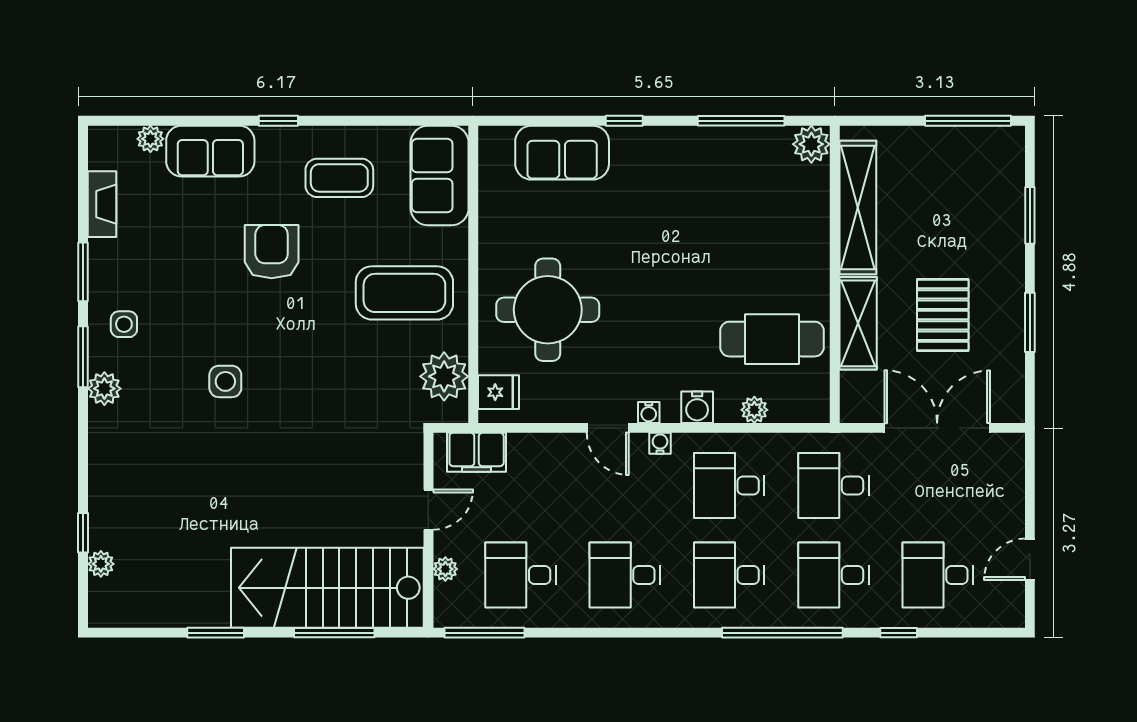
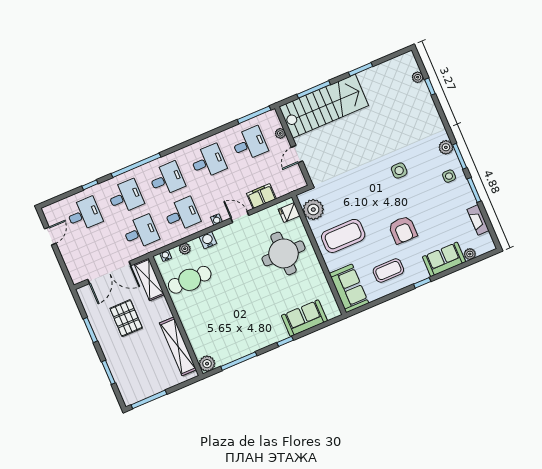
shelving: (858, 323) -> (149, 279), moved
water cooler: (649, 412) -> (166, 256), moved
filing cabinet: (477, 452) -> (261, 196), moved

